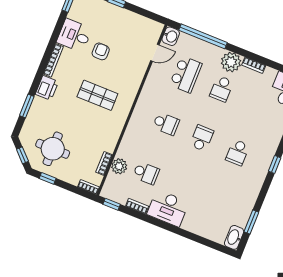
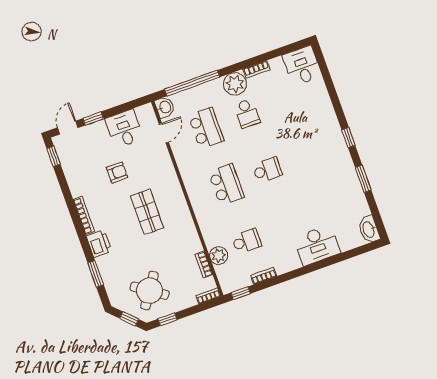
desk: (74, 35) -> (124, 129), moved, turned 90
armchair: (101, 51) -> (117, 173), turned 90
shop shelf: (97, 95) -> (147, 212), turned 90
school desk: (166, 124) -> (226, 185), width x1.85
school desk: (202, 138) -> (267, 170), turned 90
round table: (53, 149) -> (149, 291), turned 34
school desk: (238, 153) -> (308, 155), removed
desk: (168, 208) -> (317, 245), moved
window: (251, 222) -> (363, 179), moved

